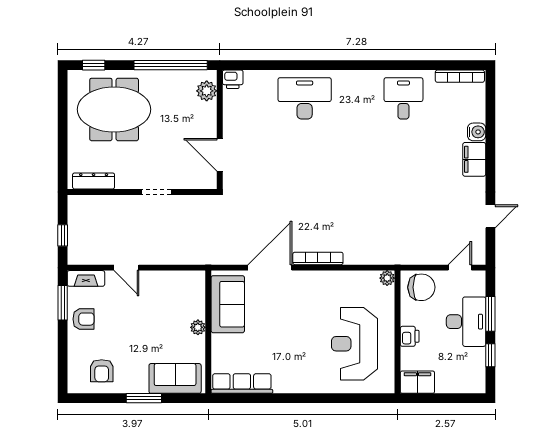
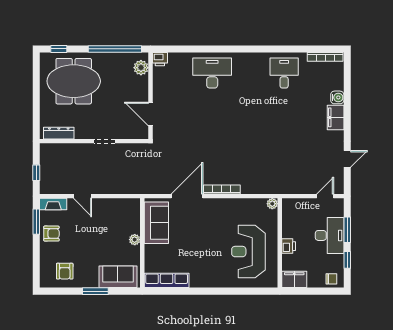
chair: (421, 287) -> (331, 279), moved, width x0.54, depth x0.54

